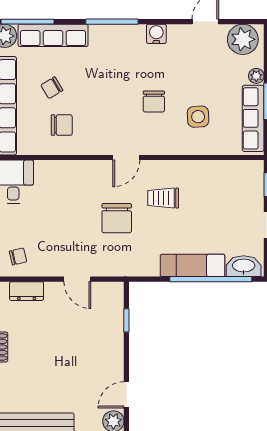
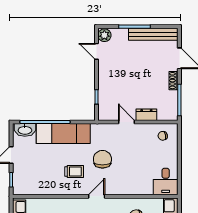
exam couch: (192, 265) -> (63, 134), width x1.36, depth x1.45
dresser: (27, 291) -> (146, 115), moved
door: (126, 395) -> (97, 51), swing flipped

